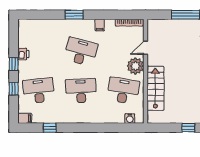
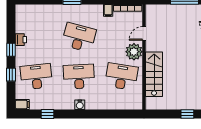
filing cabinet: (100, 25) -> (108, 10), moved
water cooler: (130, 119) -> (80, 105), moved

